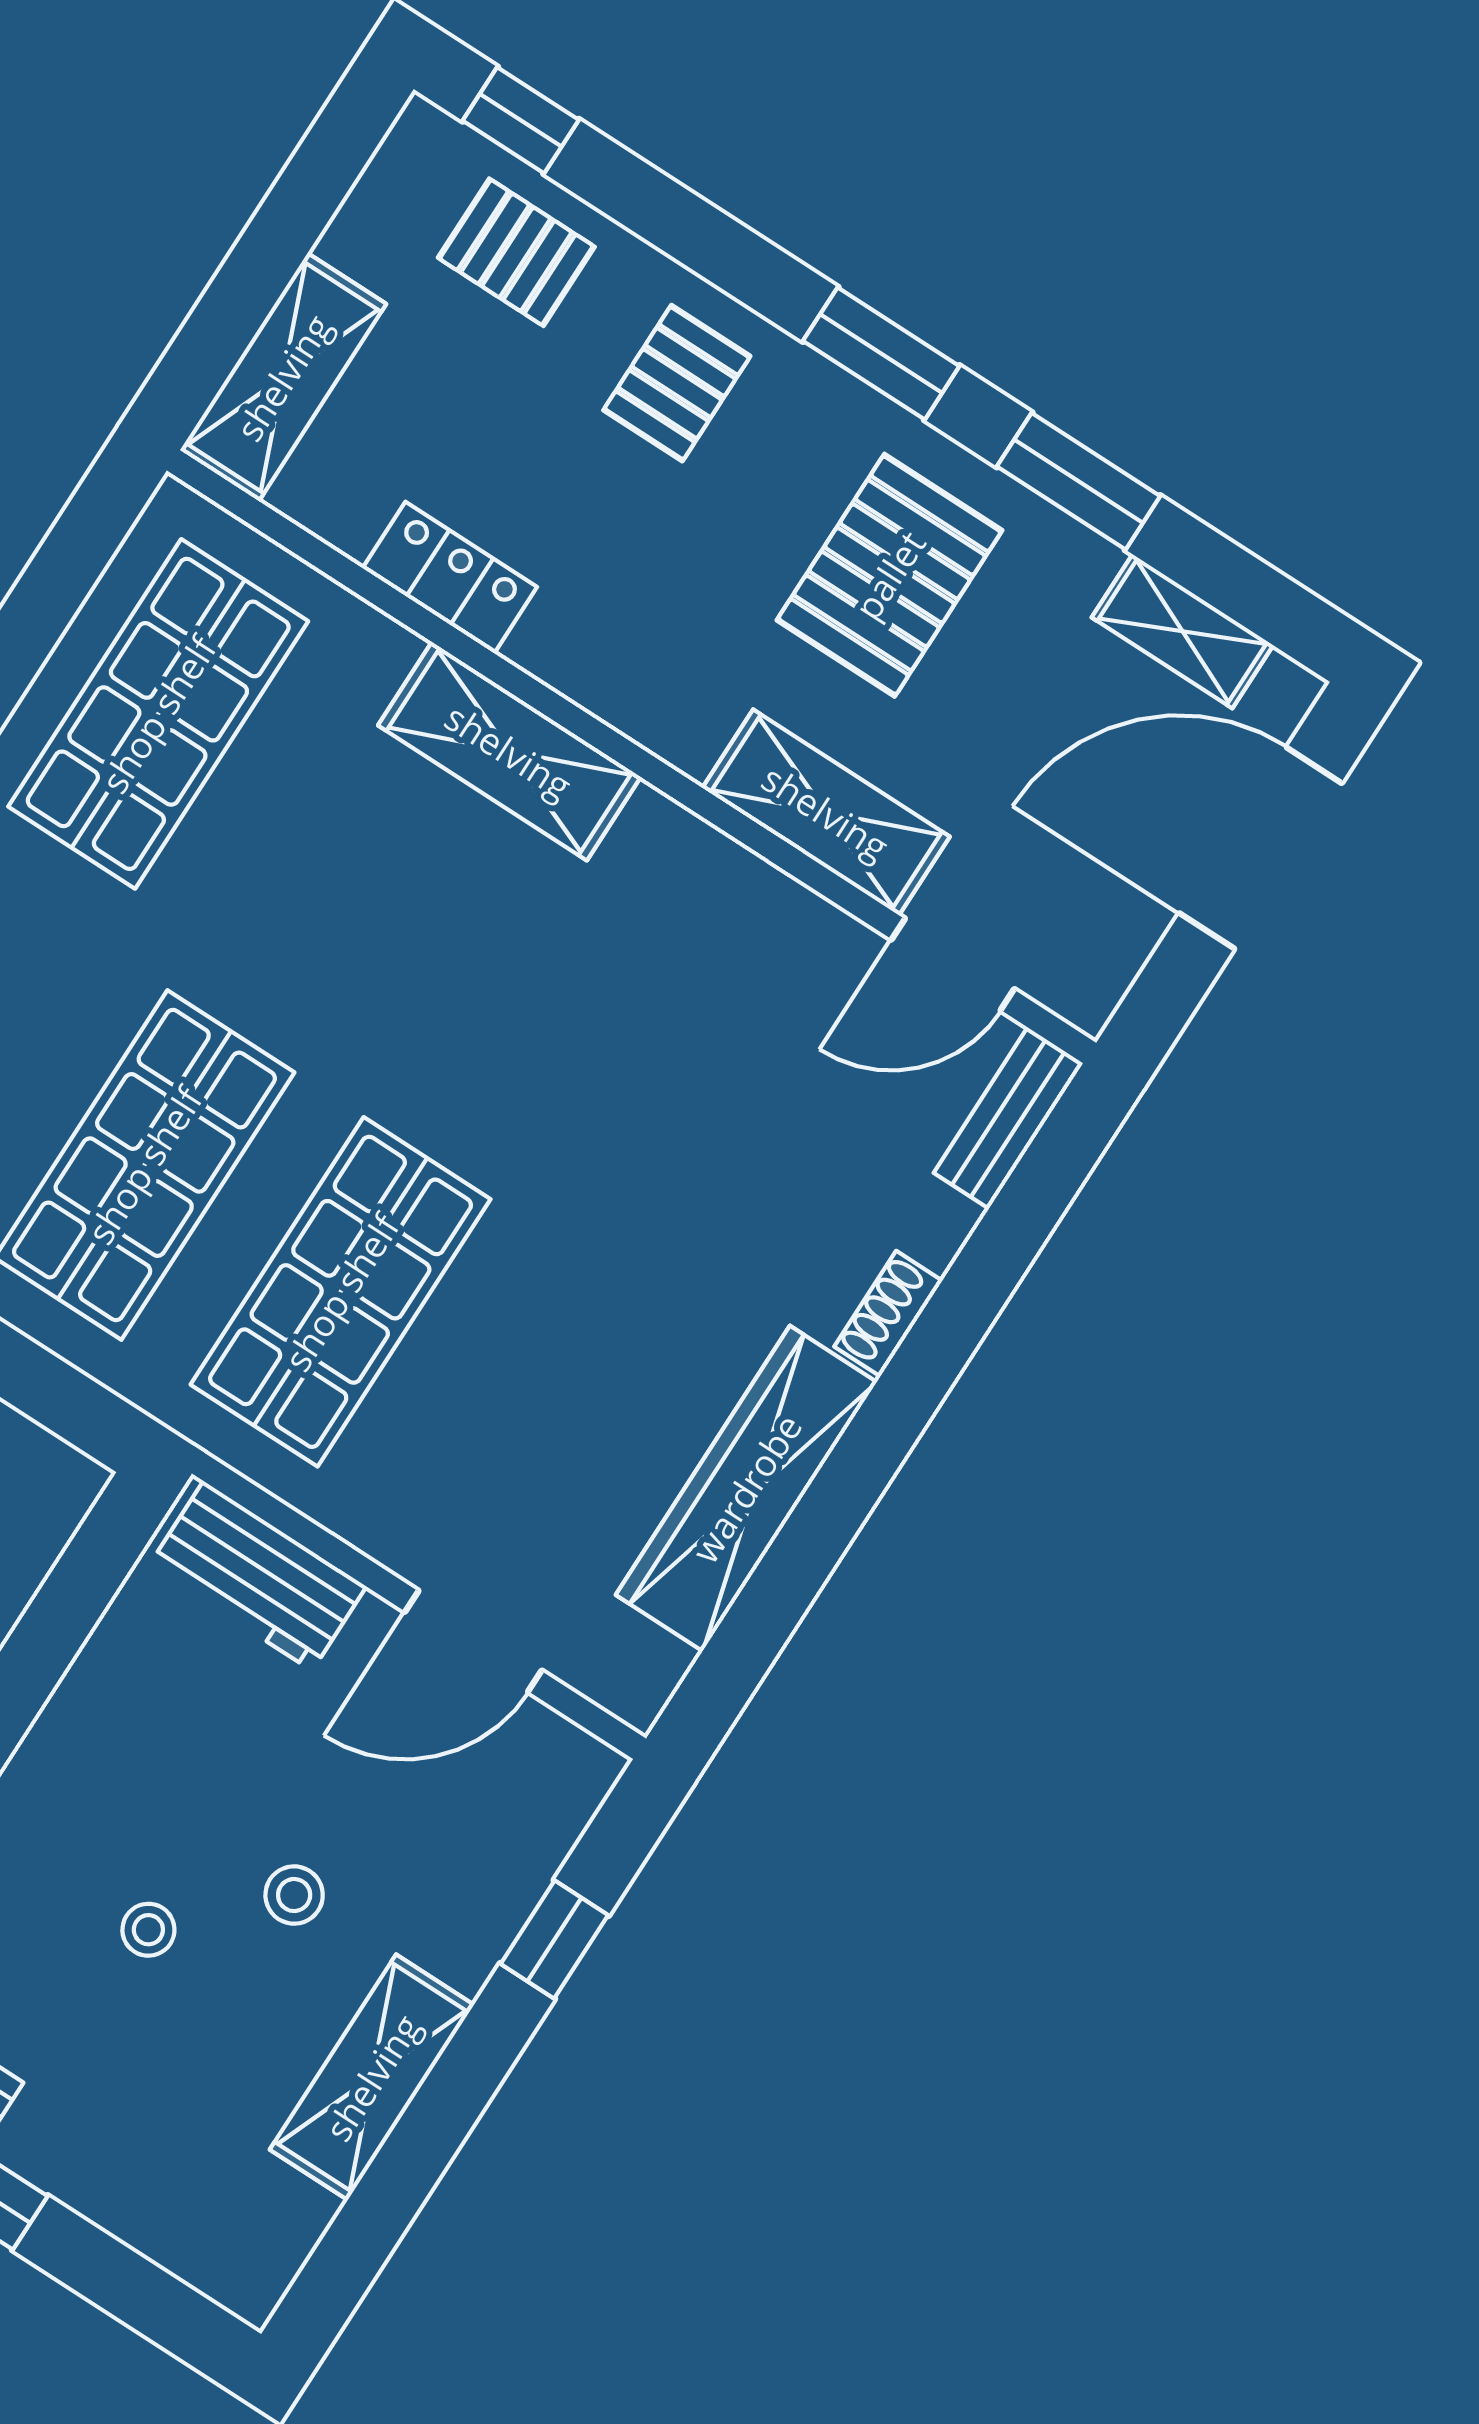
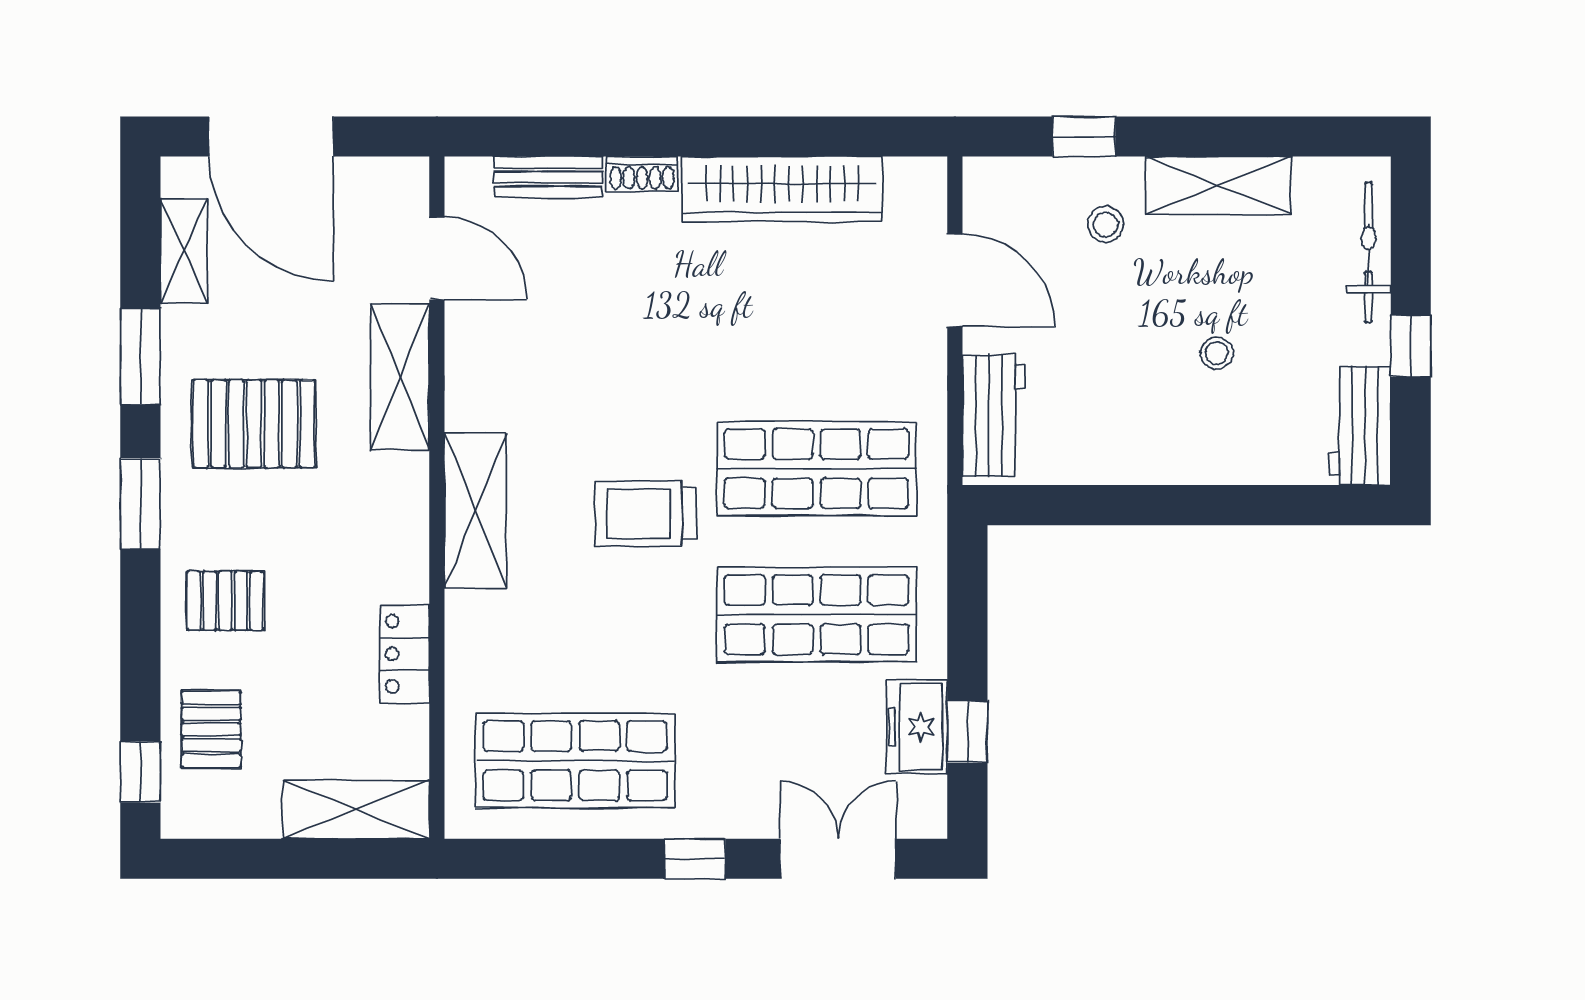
shelving: (509, 751) -> (475, 510), moved
trolley: (429, 1023) -> (646, 513), added
bench: (1008, 1118) -> (548, 177), moved
stool: (294, 1895) -> (1106, 224), moved
bicycle: (152, 2221) -> (1369, 252), added

